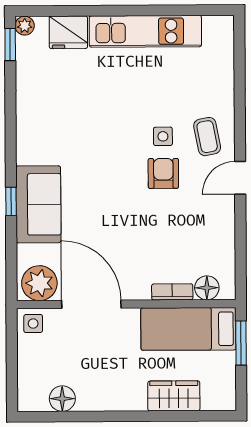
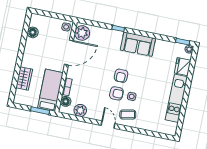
armchair: (120, 171) -> (121, 76), added
sofa: (38, 204) -> (138, 44), moved
plant: (221, 249) -> (80, 110), added

